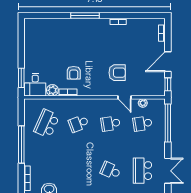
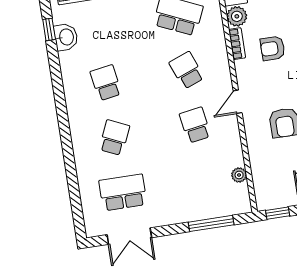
door: (124, 97) -> (238, 102), moved
window: (168, 123) -> (211, 223), width x0.68
school desk: (142, 124) -> (106, 83), moved

